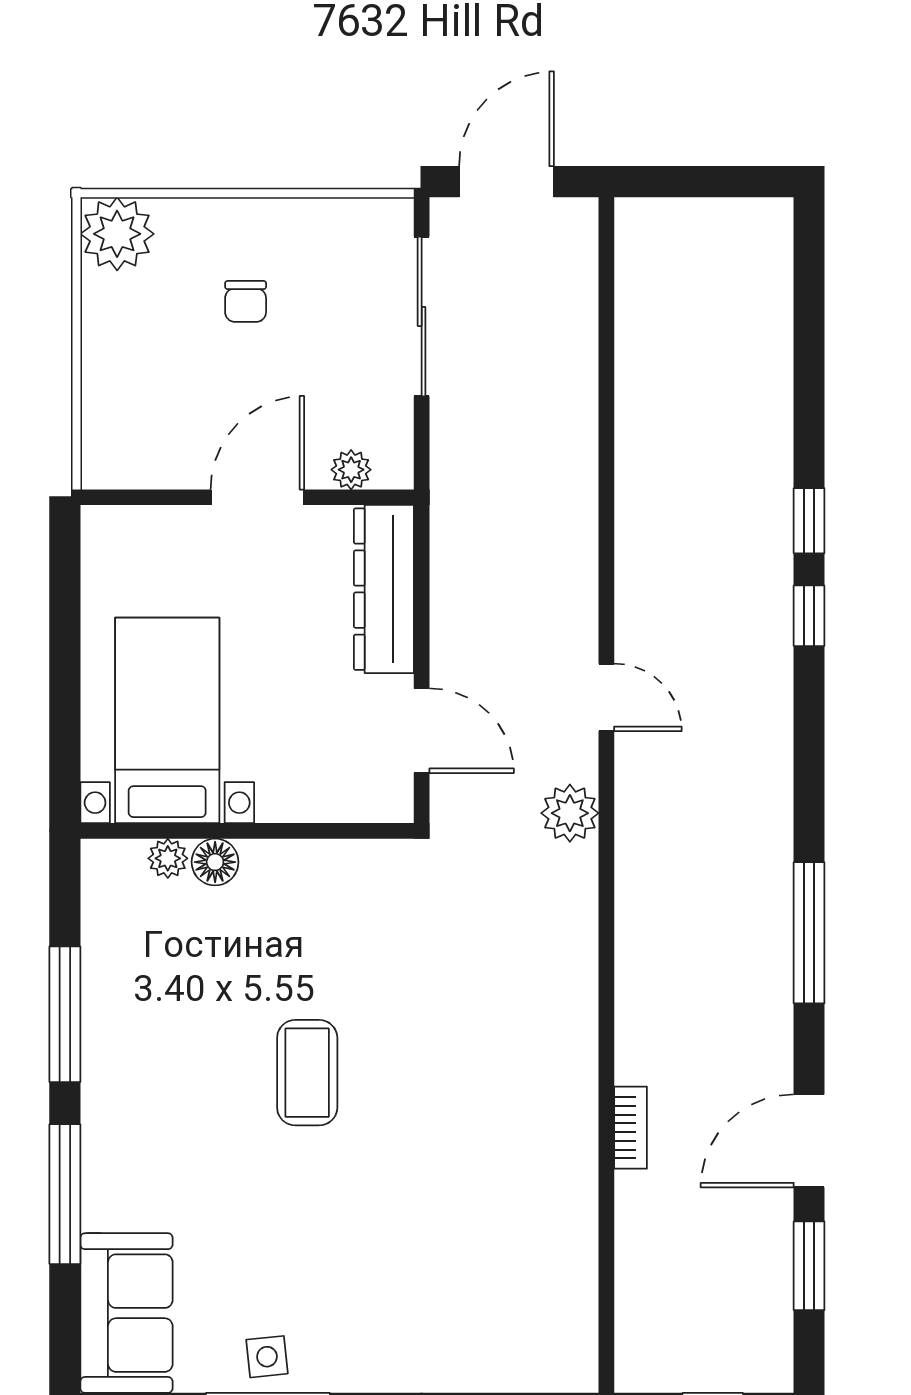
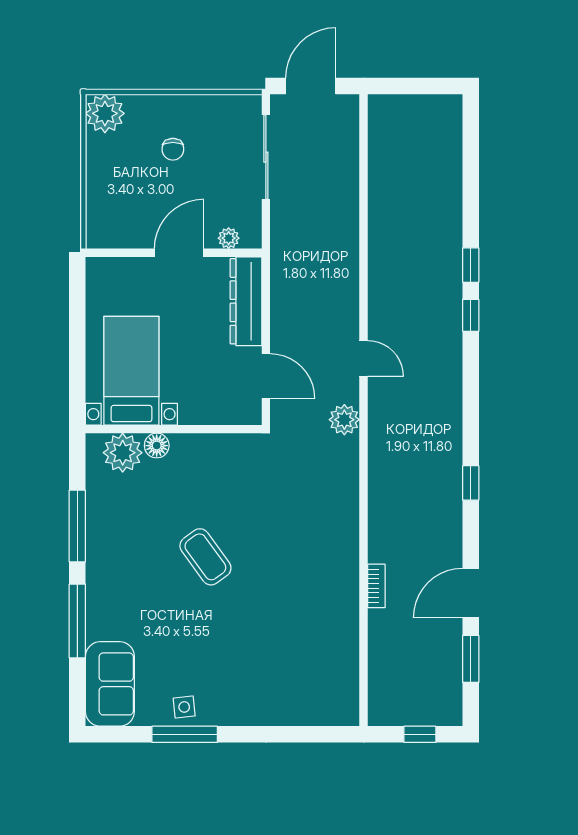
plant: (168, 858) -> (123, 453), width x1.88, depth x1.88
window: (809, 933) -> (471, 483), width x0.46
coffee table: (307, 1073) -> (205, 557), turned -36

